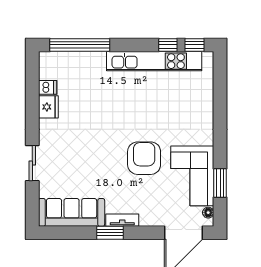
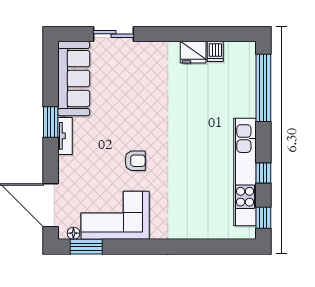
window: (168, 45) -> (263, 173), moved
armchair: (144, 158) -> (135, 161), width x0.53, depth x0.53
sliding door: (32, 163) -> (114, 34), moved
window: (220, 183) -> (86, 247), moved

